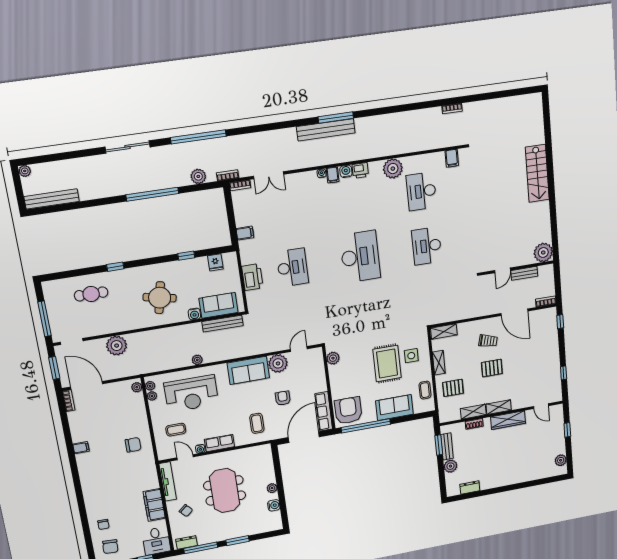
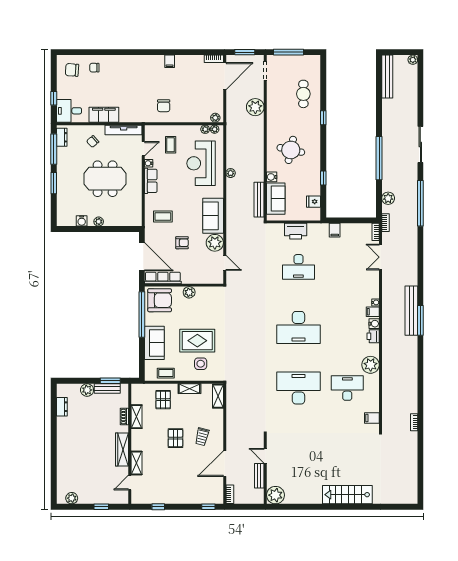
desk: (427, 246) -> (298, 388), width x1.36, depth x1.30
plant: (333, 358) -> (189, 292), moved
shelving: (499, 407) -> (136, 463), moved

